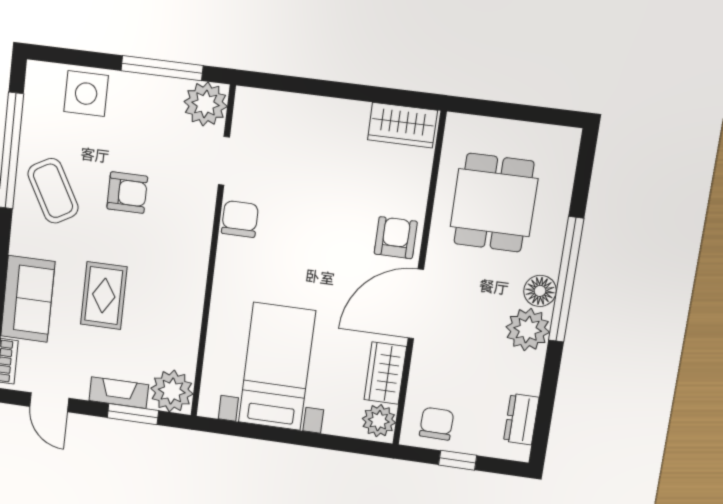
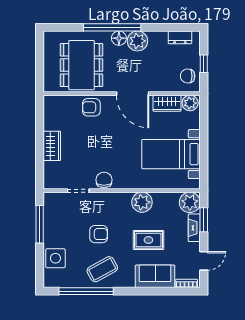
plant: (206, 104) -> (142, 202), moved
wardrobe: (402, 125) -> (52, 146), moved
armchair: (127, 193) -> (99, 234), turned 90
dining table: (494, 203) -> (82, 65), width x1.38
chair: (240, 219) -> (104, 180), turned 90
armchair: (396, 238) -> (91, 107), moved

